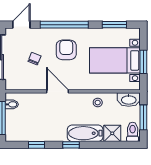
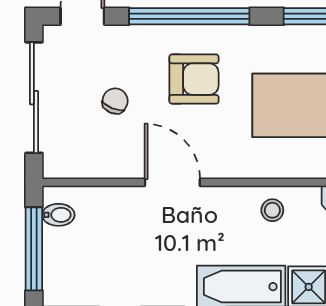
armchair: (66, 50) -> (194, 79), turned 90

